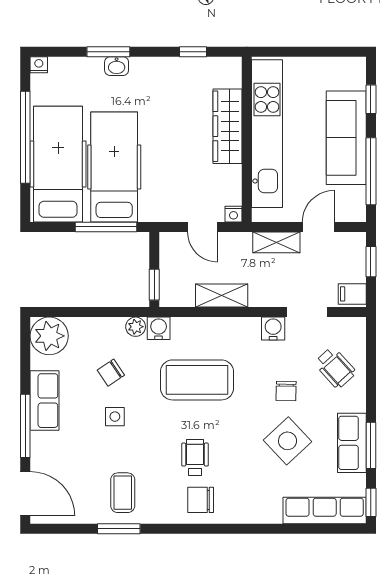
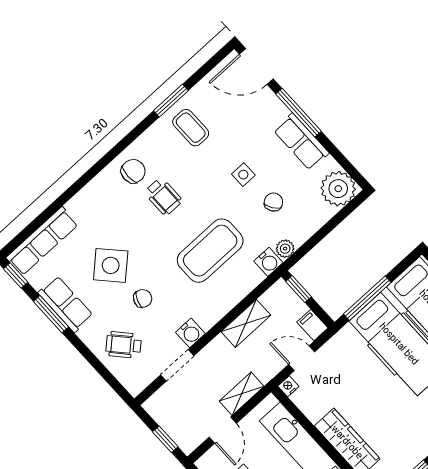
filing cabinet: (352, 294) -> (312, 325), moved, turned -90
chair: (286, 391) -> (143, 298), turned 110

